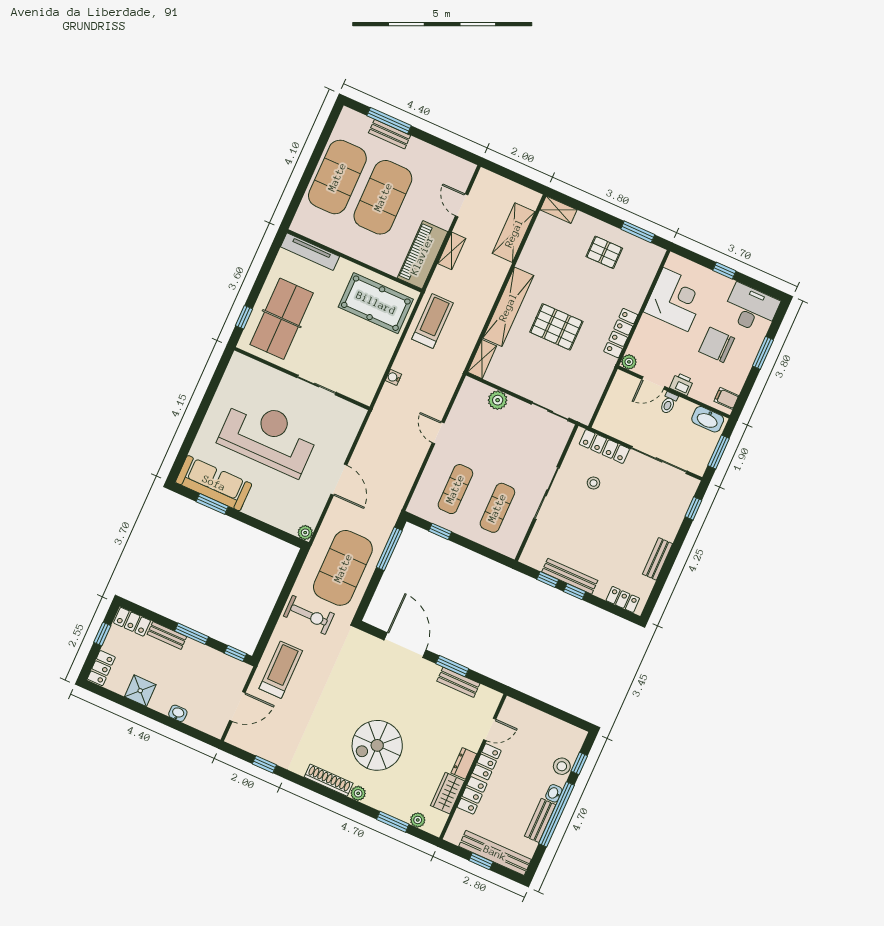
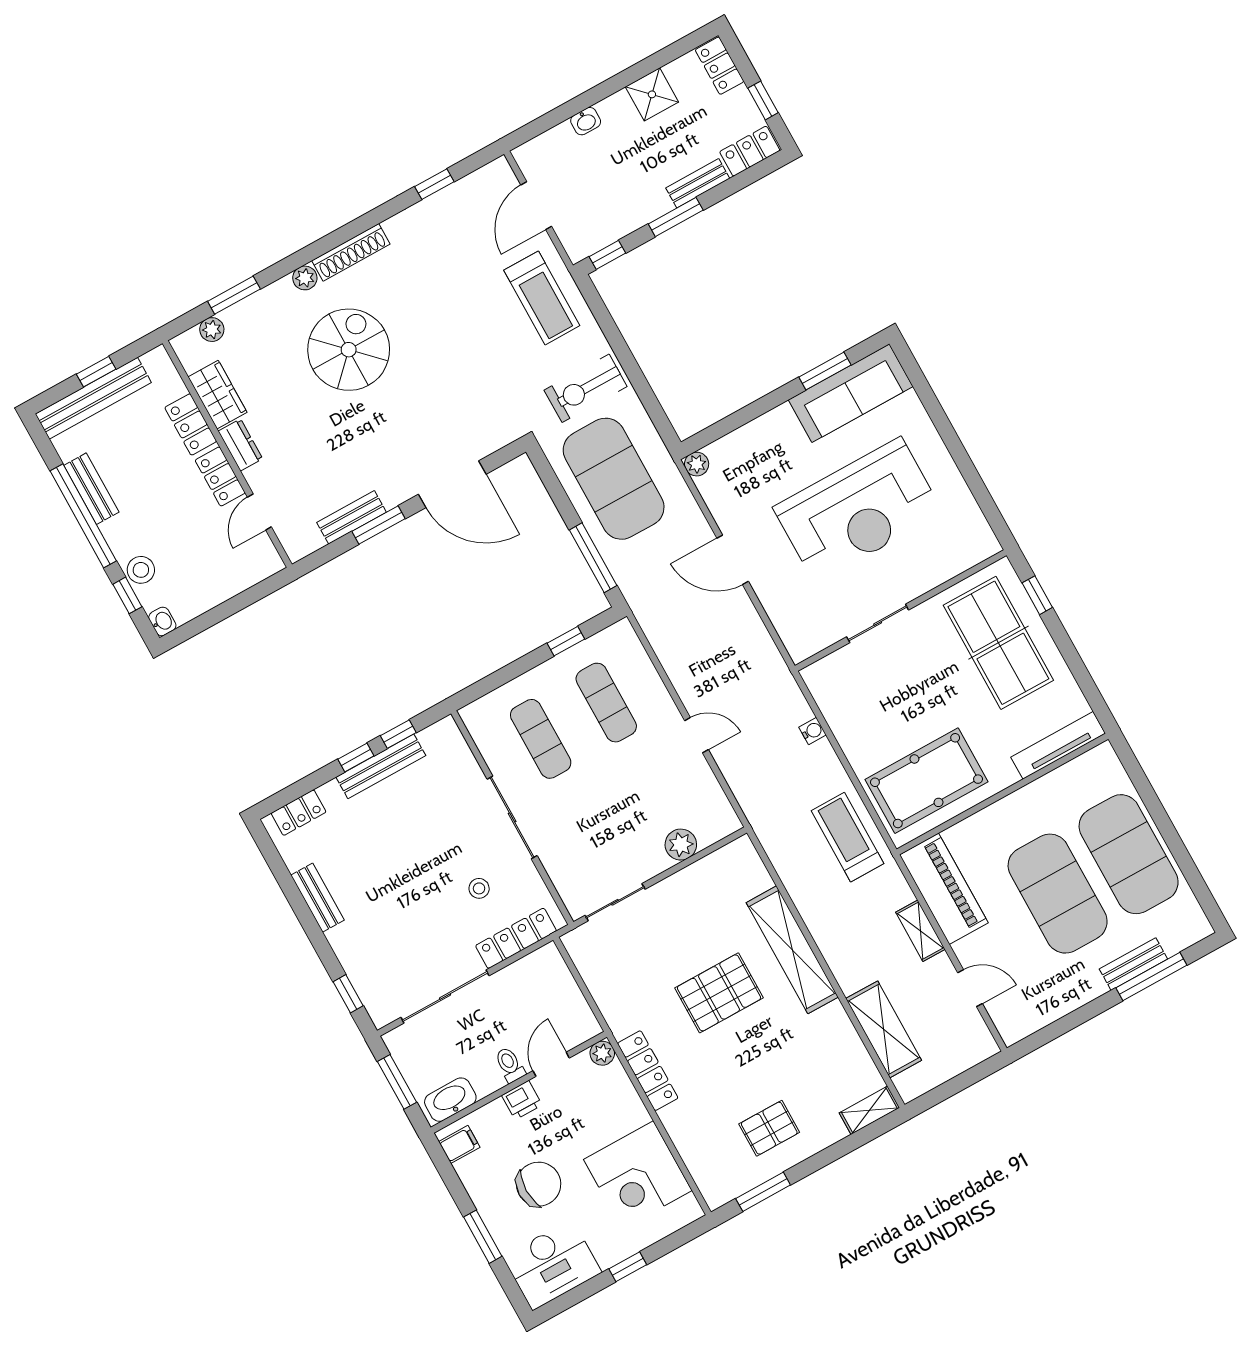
treadmill: (433, 321) -> (848, 837), turned 180
shelving: (482, 359) -> (750, 864), removed
washbasin: (554, 793) -> (162, 621), moved

